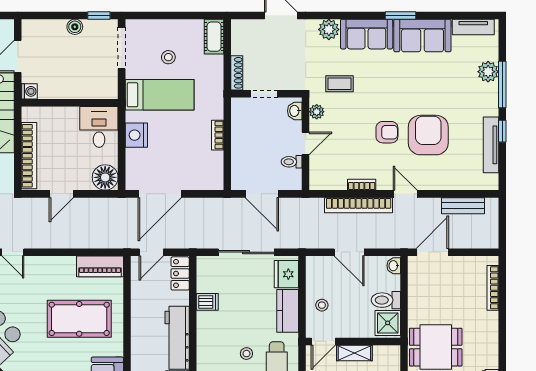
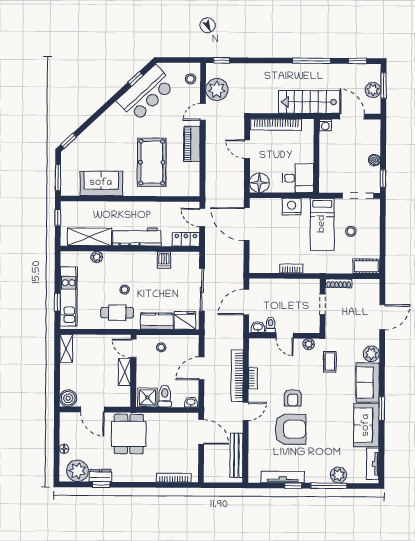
washbasin: (295, 111) -> (258, 327), moved
bench: (463, 206) -> (236, 455), width x1.36
piano: (100, 266) -> (192, 144), moved

